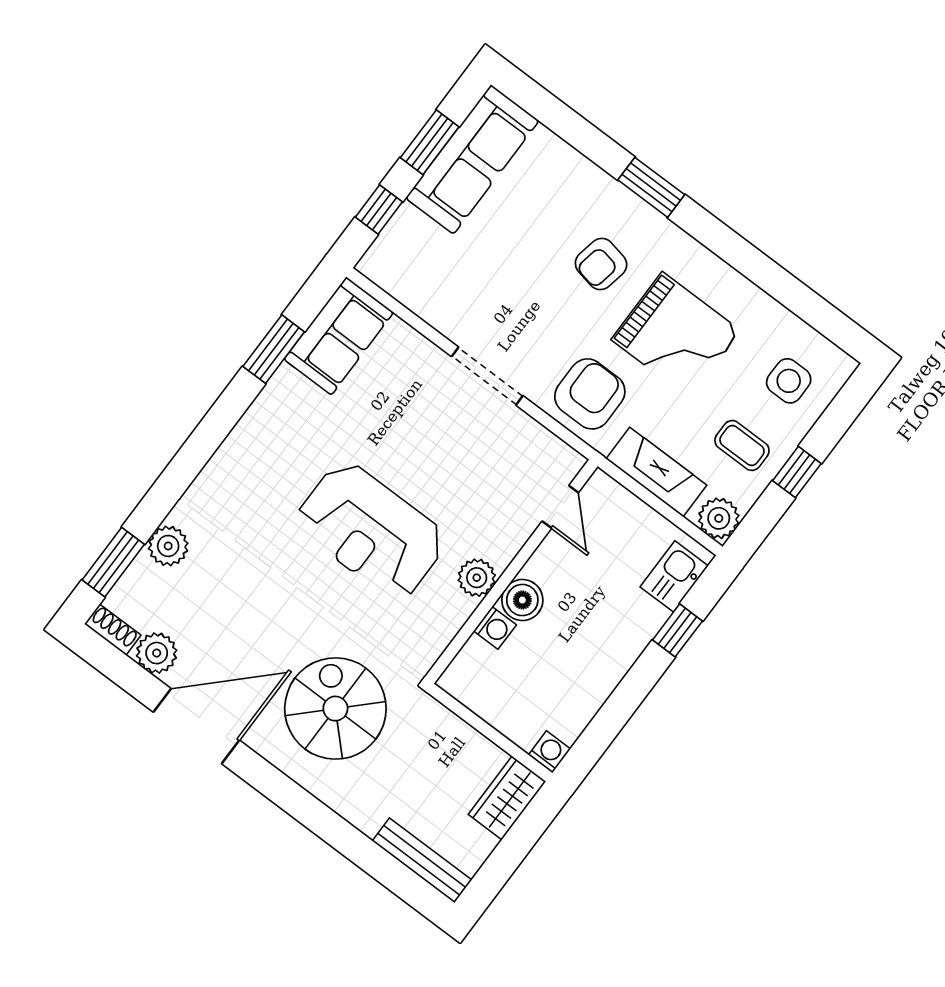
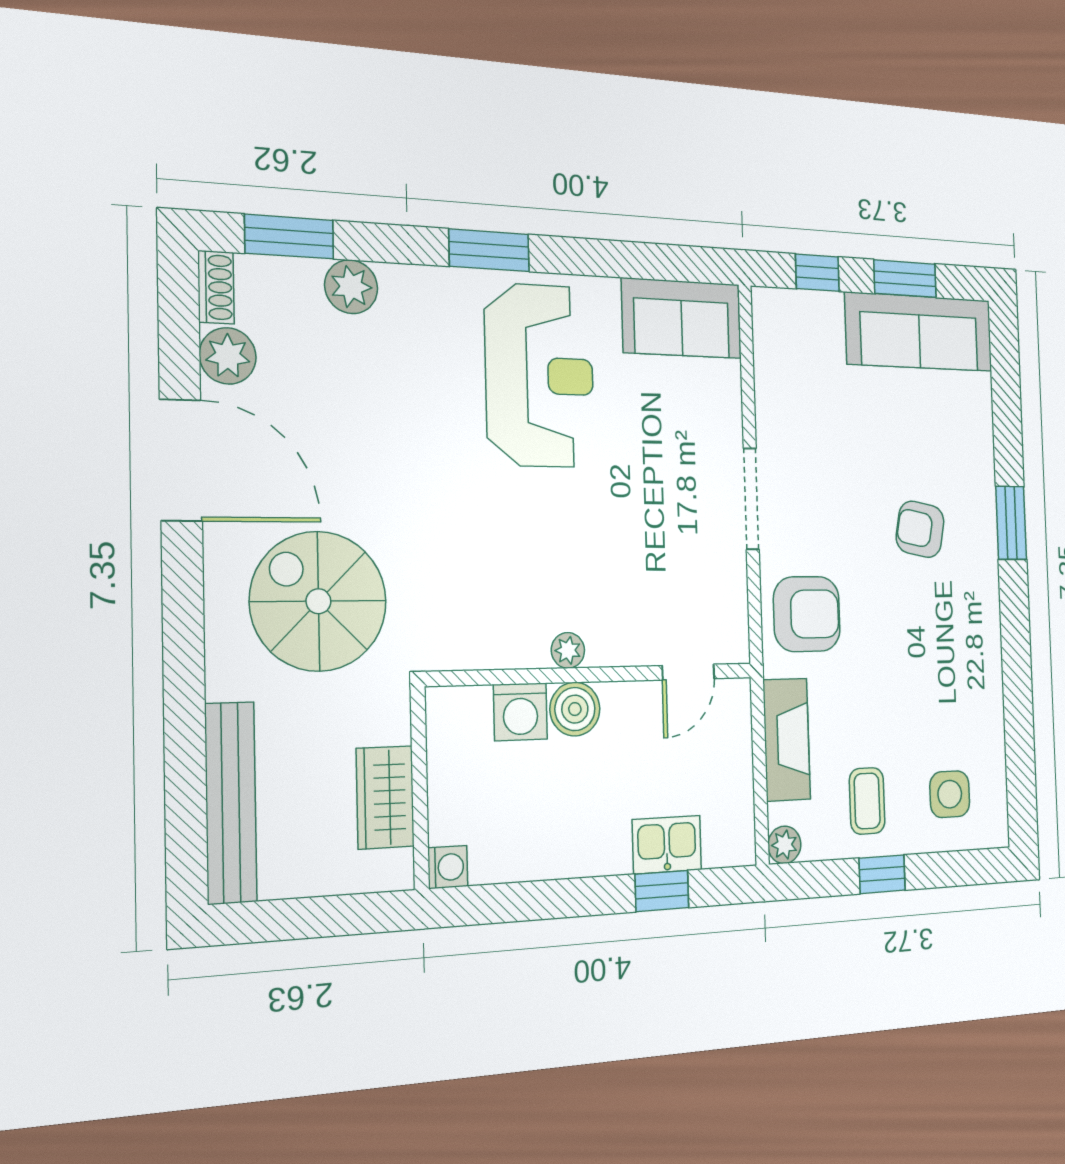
grand piano: (676, 335) -> (912, 653), removed
window: (274, 349) -> (489, 250), moved
plant: (719, 518) -> (784, 845), width x0.73, depth x0.73
reception desk: (371, 531) -> (540, 375), moved, turned 180
kitchen sink: (674, 576) -> (667, 845), moved
plant: (477, 578) -> (568, 650), width x0.73, depth x0.73
washing machine: (495, 628) -> (520, 712), width x1.38, depth x1.38
spiral stairs: (335, 709) -> (318, 601), turned -90
wardrobe: (507, 798) -> (385, 797), moved, turned -90
bench: (422, 860) -> (231, 803), width x1.37, depth x1.21

